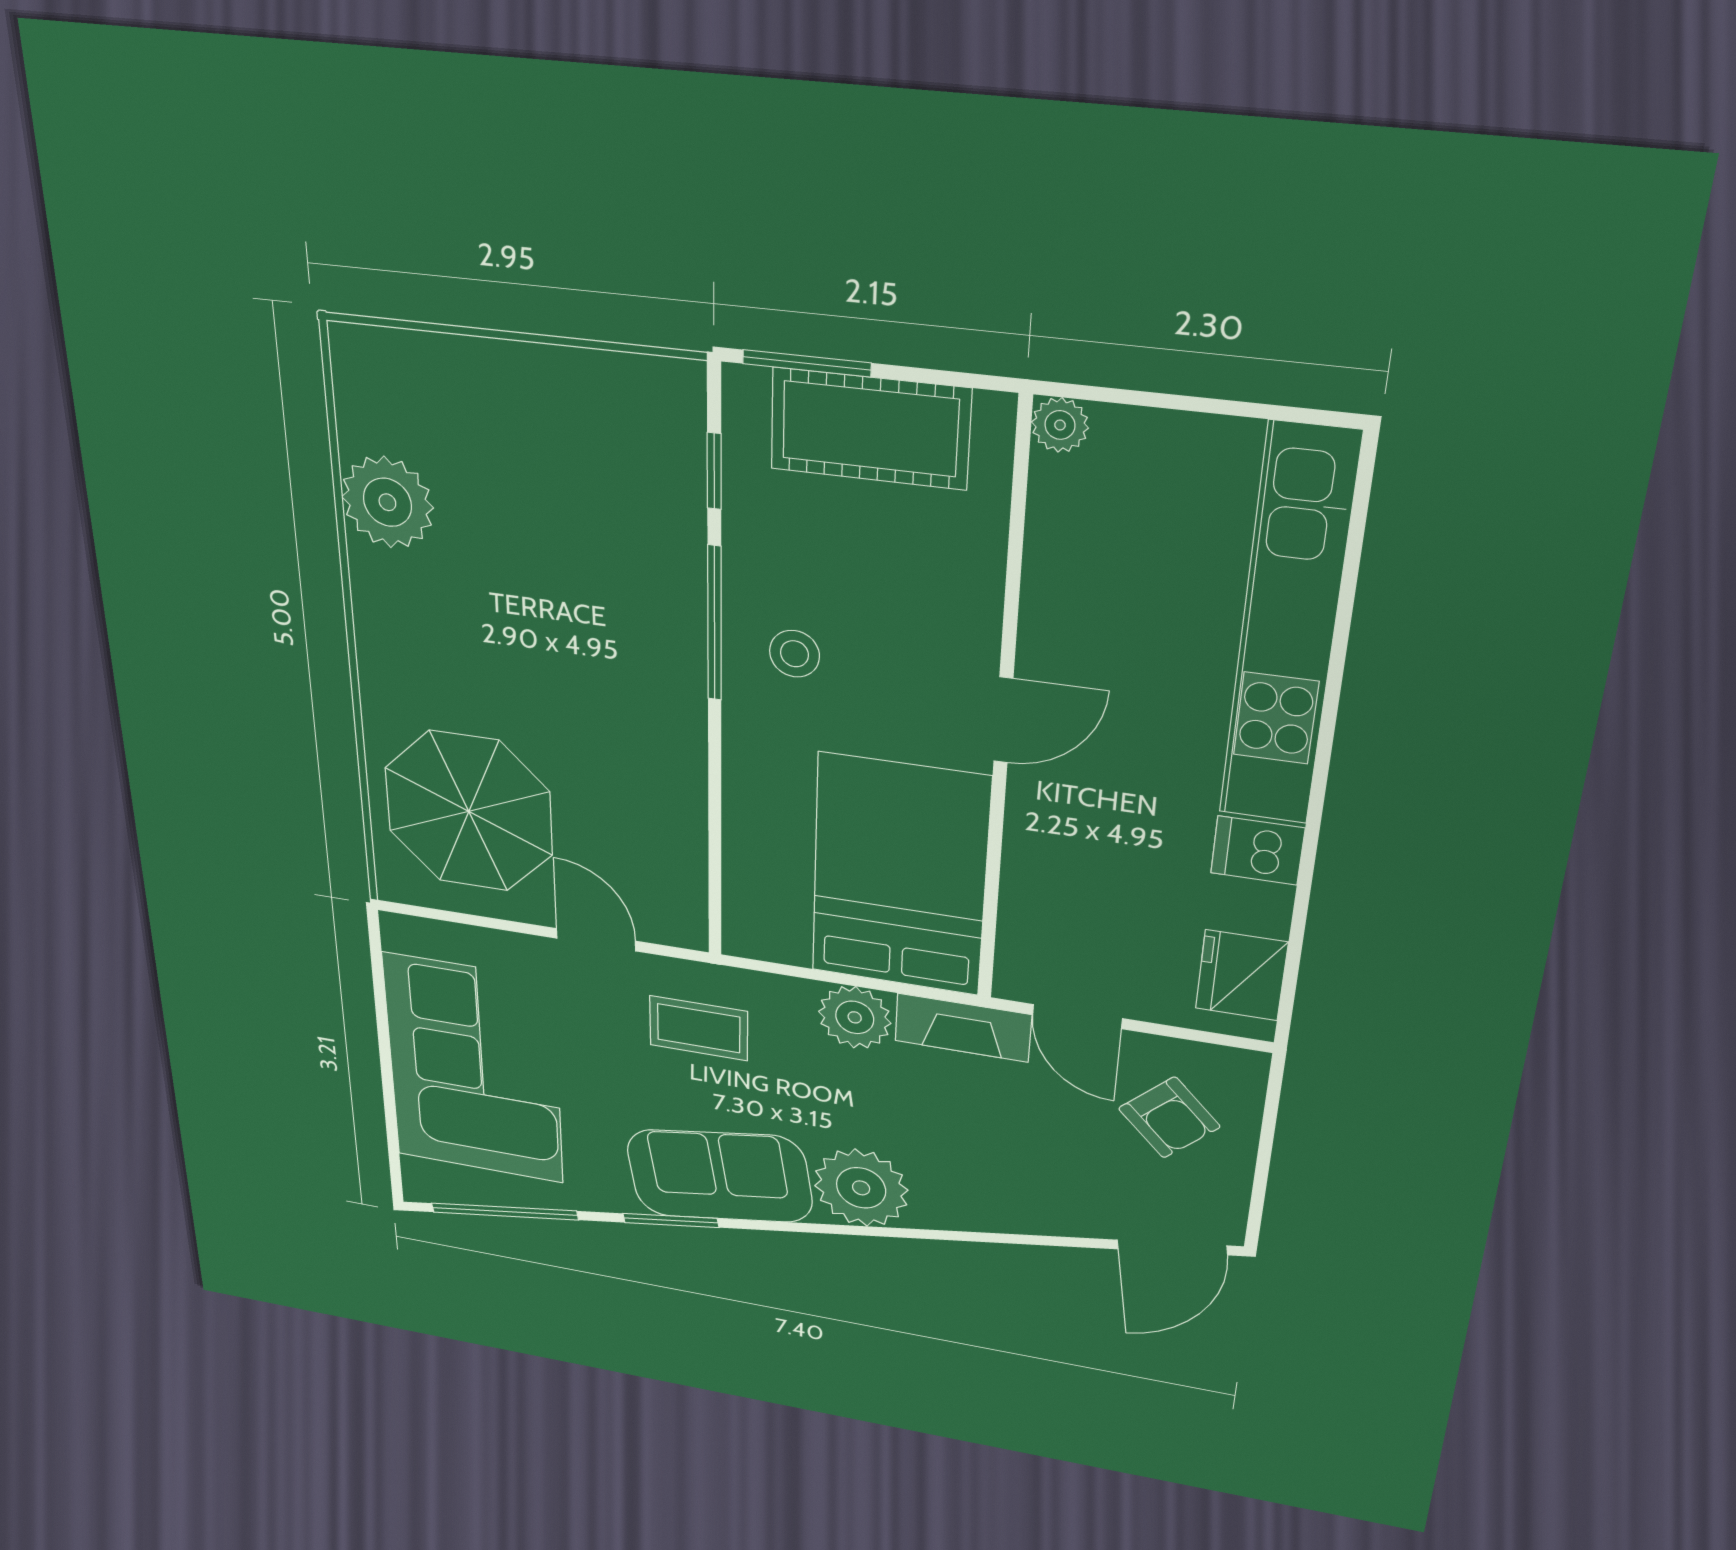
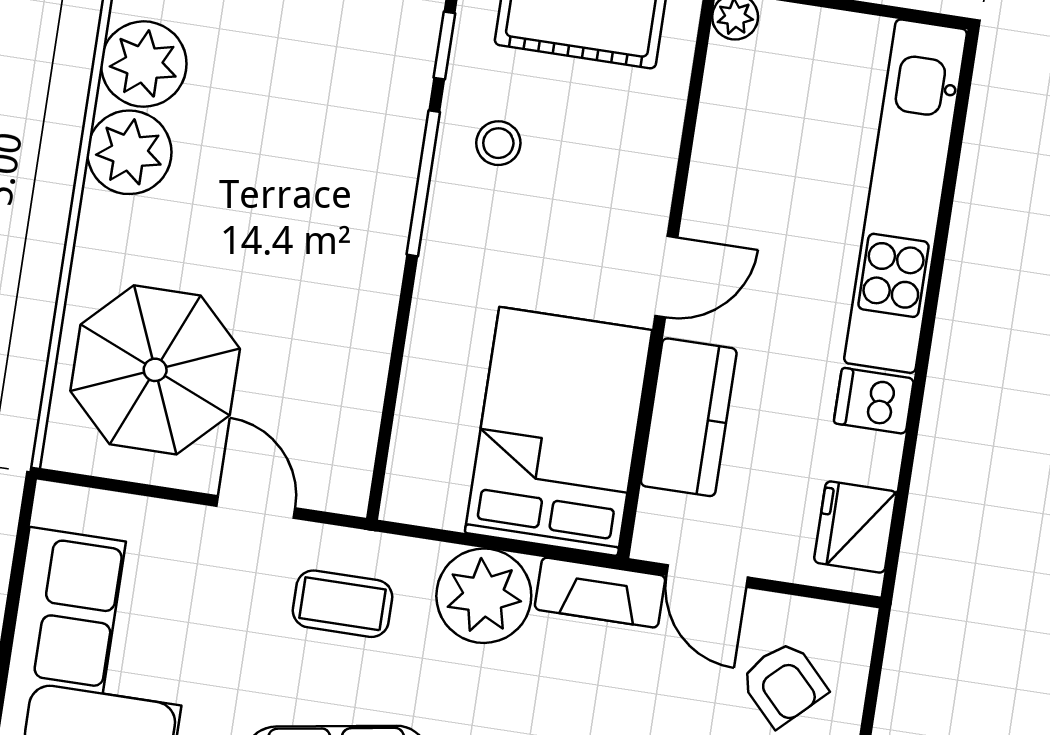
plant: (394, 596) -> (129, 152), added
stool: (794, 654) -> (498, 143), moved
kitchen counter: (1043, 864) -> (689, 417), added
plant: (855, 1017) -> (484, 596), width x1.36, depth x1.36

